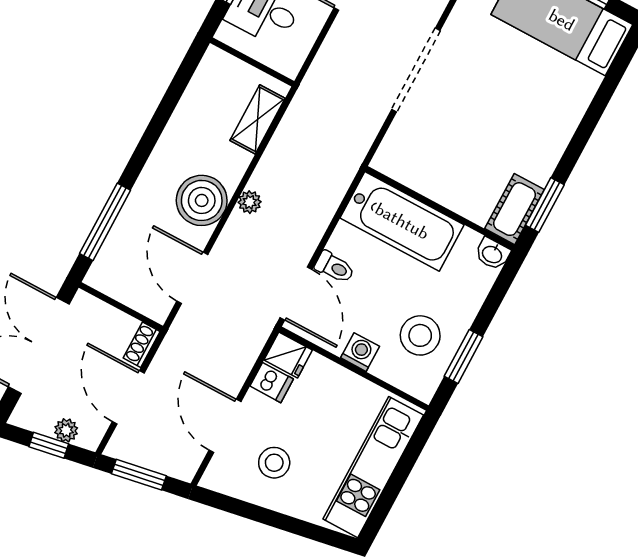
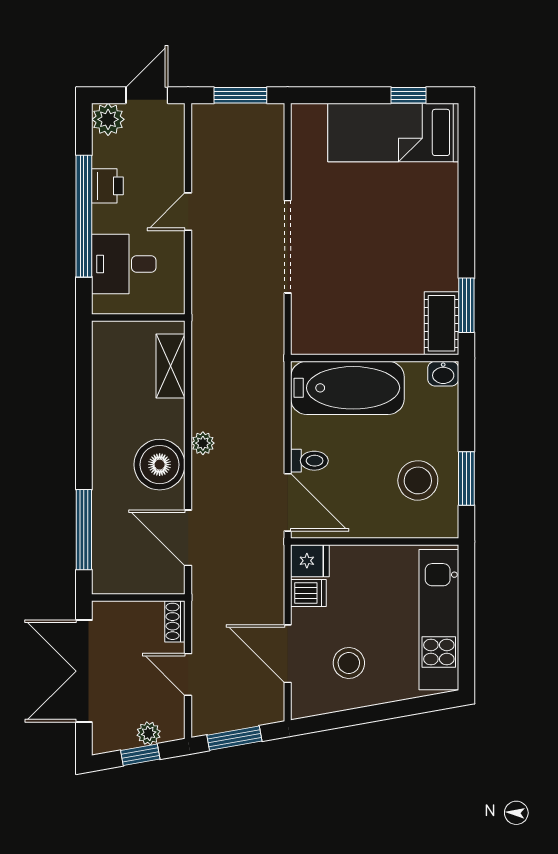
washing machine: (360, 352) -> (372, 524), removed
door: (128, 397) -> (188, 674), width x0.73

